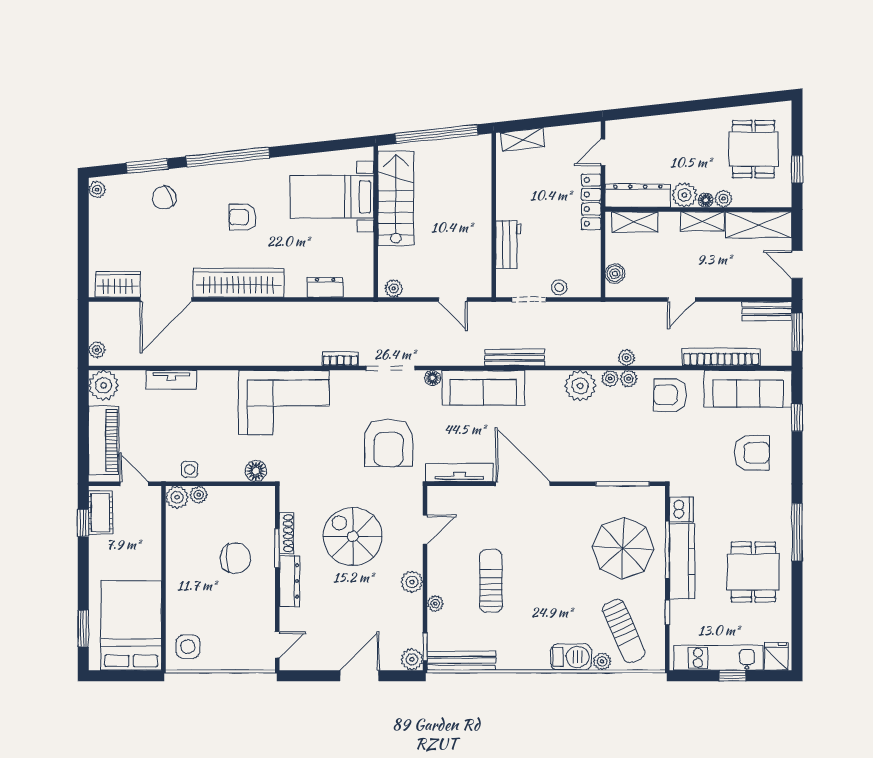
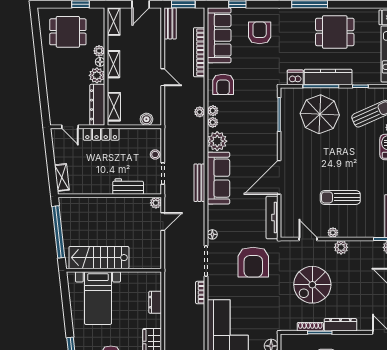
shelving: (759, 225) -> (114, 22), width x0.67, depth x0.75
plant: (394, 288) -> (156, 203), moved
sofa: (483, 388) -> (218, 178), moved
armchair: (389, 443) -> (253, 262), turned 90
plant: (435, 604) -> (333, 233), moved

